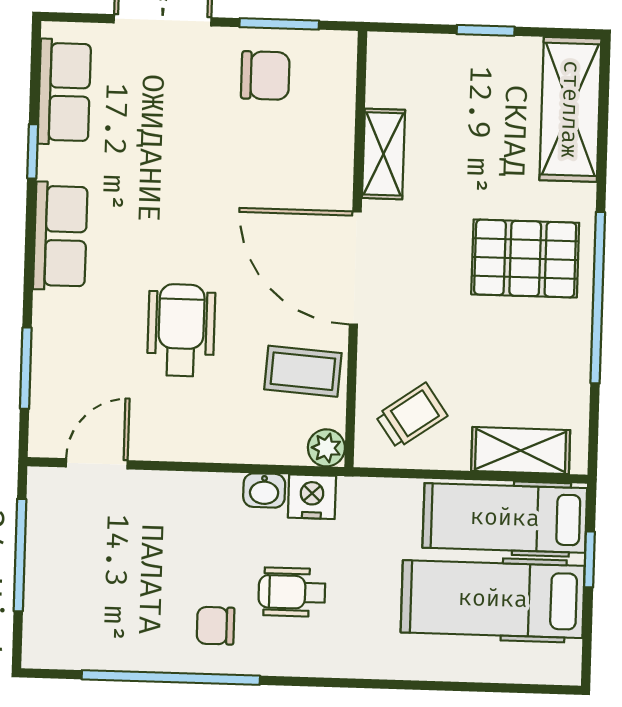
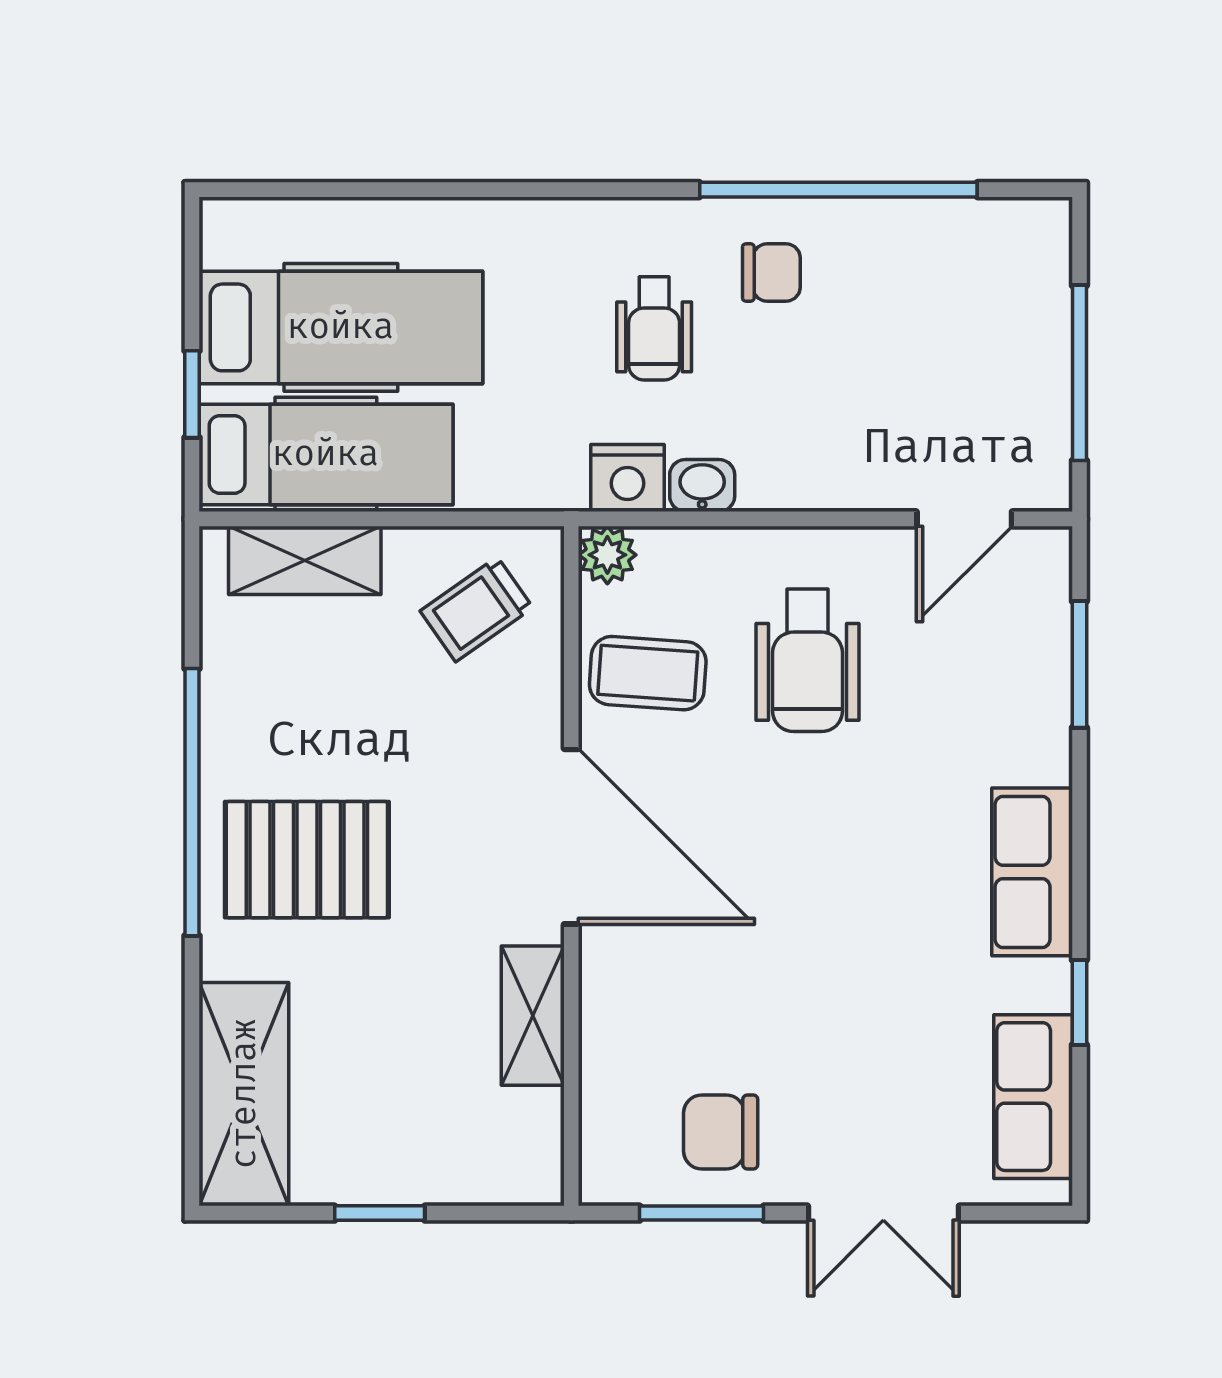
wheelchair: (181, 330) -> (807, 660), moved
wheelchair: (292, 592) -> (654, 329), turned 90

